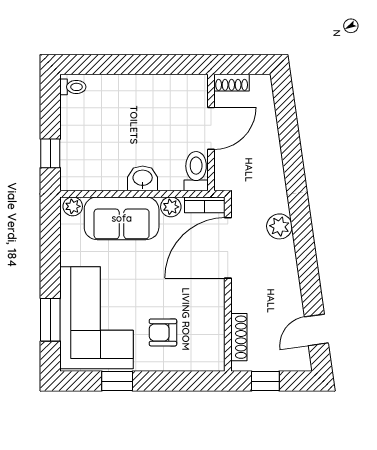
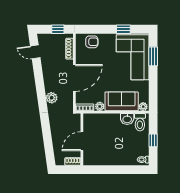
window: (50, 153) -> (153, 140), moved
toilet: (196, 171) -> (140, 122), moved
washbasin: (143, 178) -> (127, 119), moved
door: (228, 248) -> (74, 78), moved
door: (316, 330) -> (35, 52), swing flipped
armchair: (163, 332) -> (92, 42), moved

